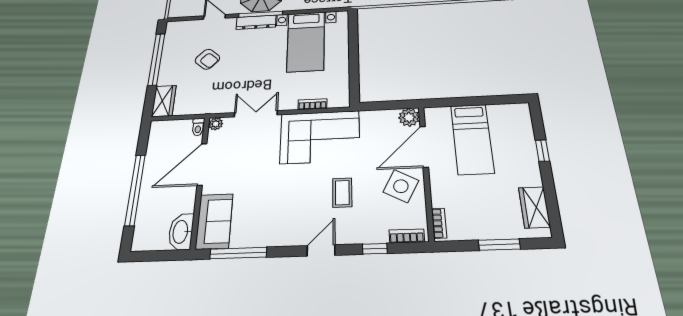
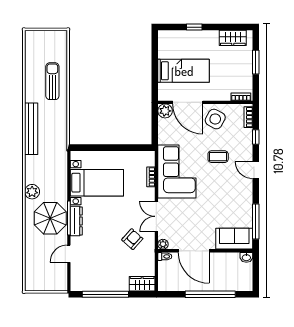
armchair: (207, 59) -> (132, 239), moved
washbasin: (181, 232) -> (246, 257), width x0.52, depth x0.69

